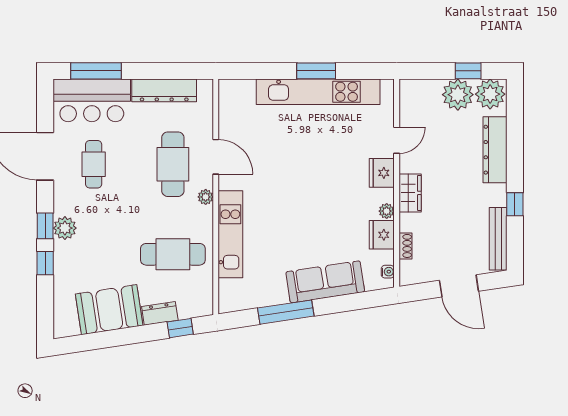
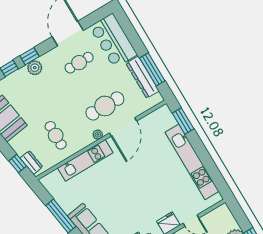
window: (96, 71) -> (152, 69), moved
window: (316, 71) -> (183, 121), moved
door: (216, 157) -> (123, 127), width x1.36
cafe table: (173, 254) -> (56, 135), width x0.73, depth x0.74
dresser: (160, 313) -> (31, 162), moved

